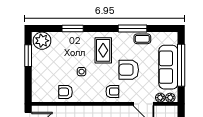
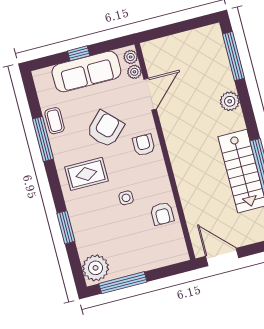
window: (28, 56) -> (123, 283), width x1.44
window: (181, 65) -> (79, 53), width x0.32
armchair: (129, 70) -> (105, 129), turned -135

